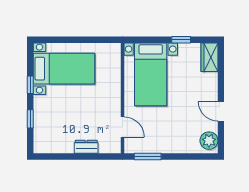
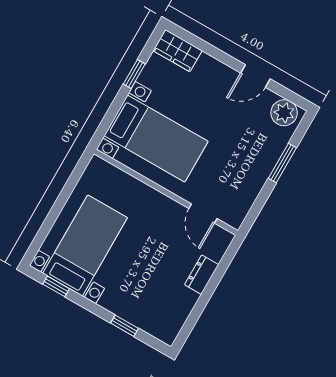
window: (30, 85) -> (56, 286), moved
door: (123, 127) -> (203, 214), swing flipped
window: (148, 157) -> (282, 163), moved

